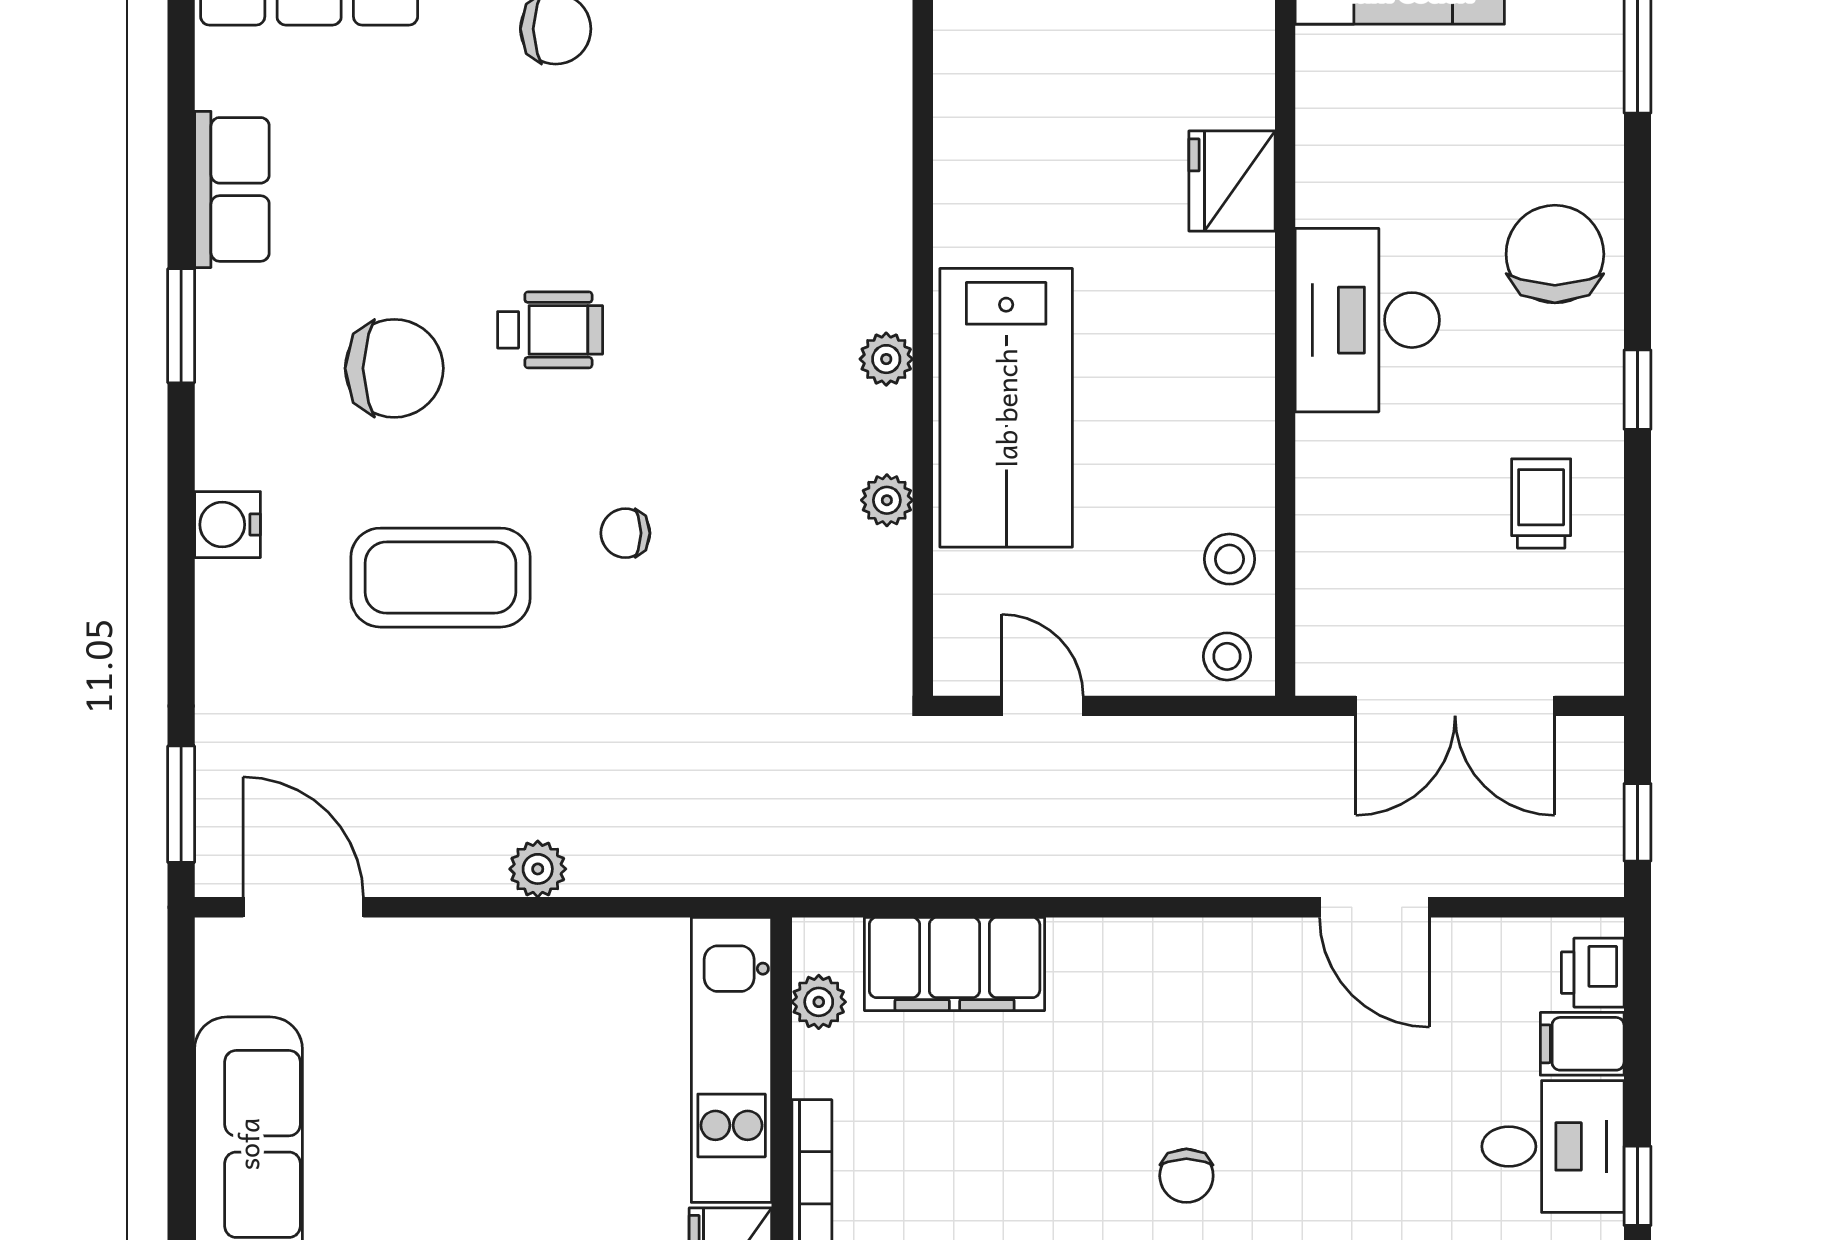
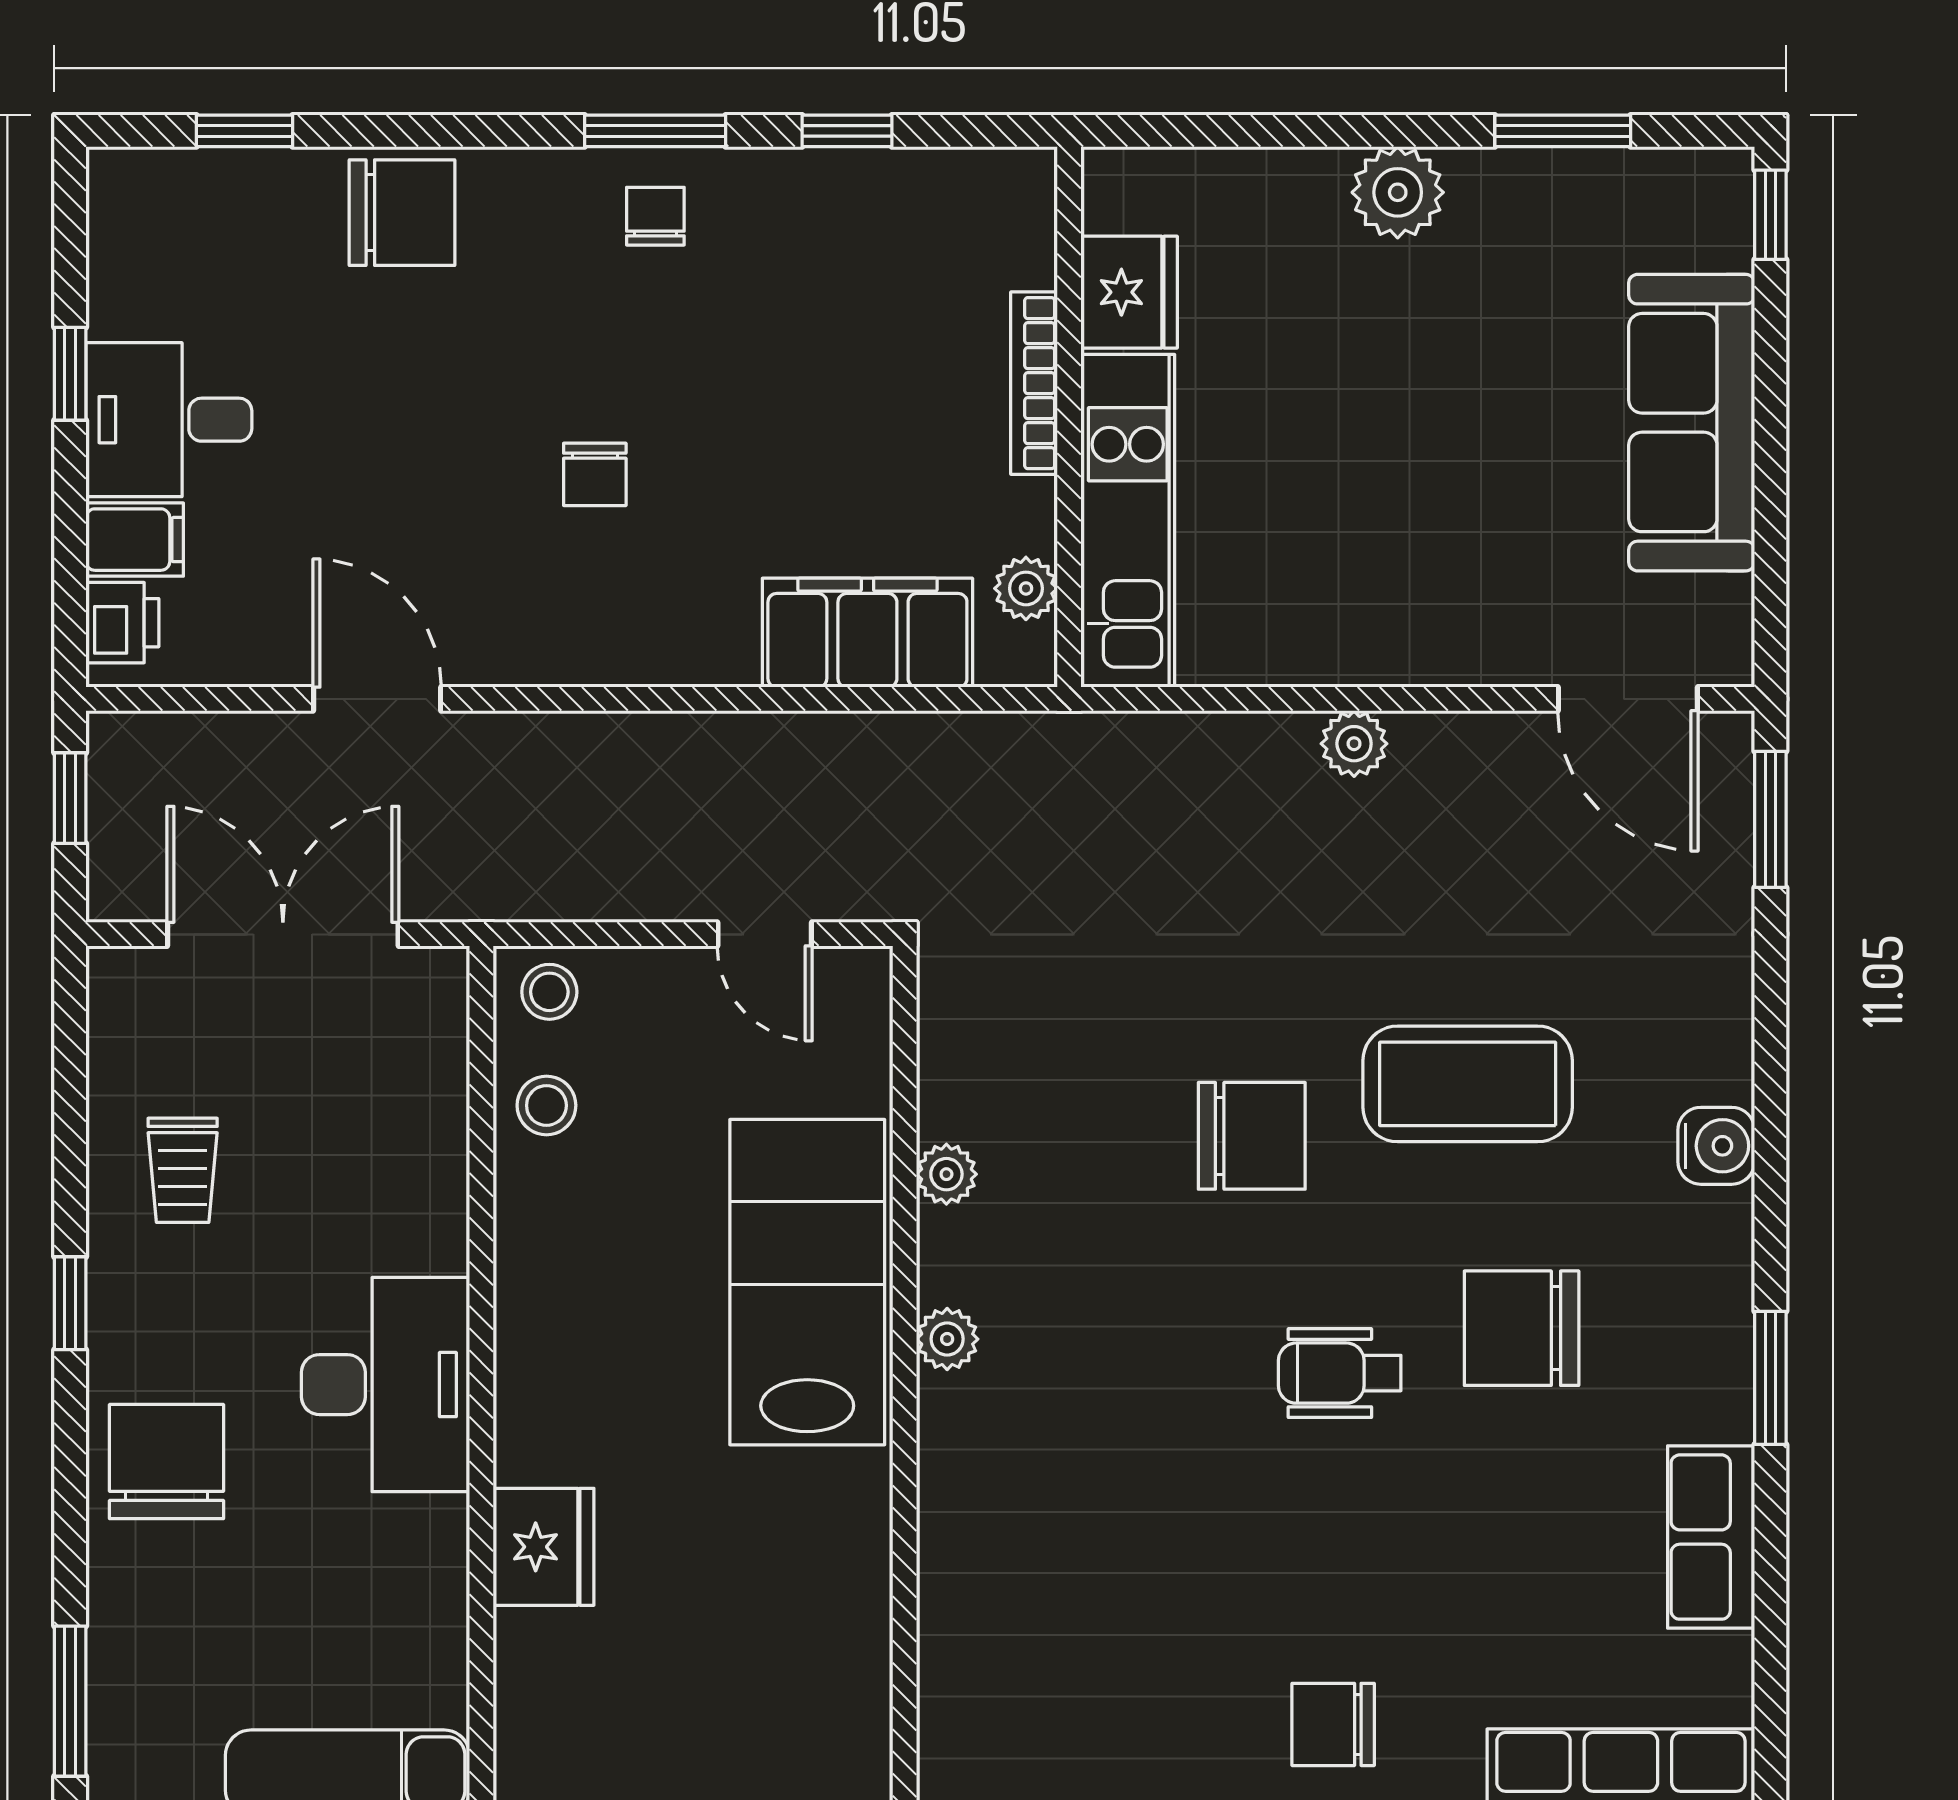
chair: (1555, 254) -> (166, 1462), turned 180
chair: (625, 533) -> (1252, 1136), width x1.87, depth x1.87
chair: (1186, 1176) -> (595, 474), moved, turned 180

